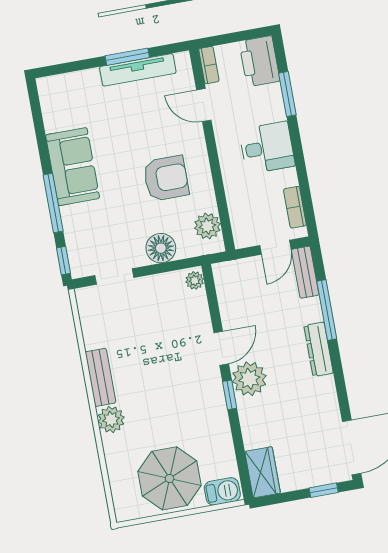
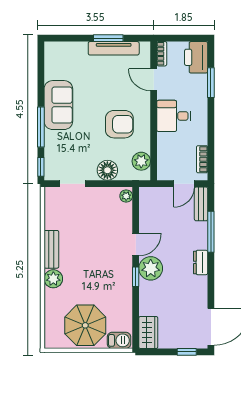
desk: (267, 148) -> (174, 116), moved, turned 180
dresser: (319, 349) -> (201, 262), width x0.70

